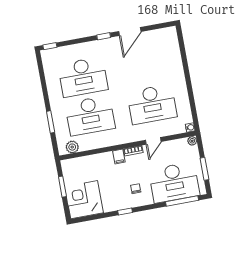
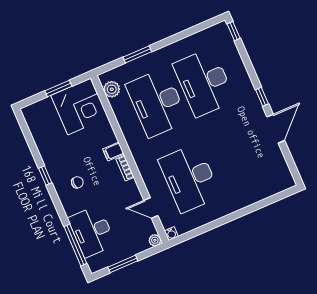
door: (130, 31) -> (276, 129), swing flipped
door: (153, 141) -> (151, 208), moved
desk: (174, 182) -> (92, 231), width x0.73, depth x0.77
corner desk: (84, 200) -> (79, 107), moved, turned 90

